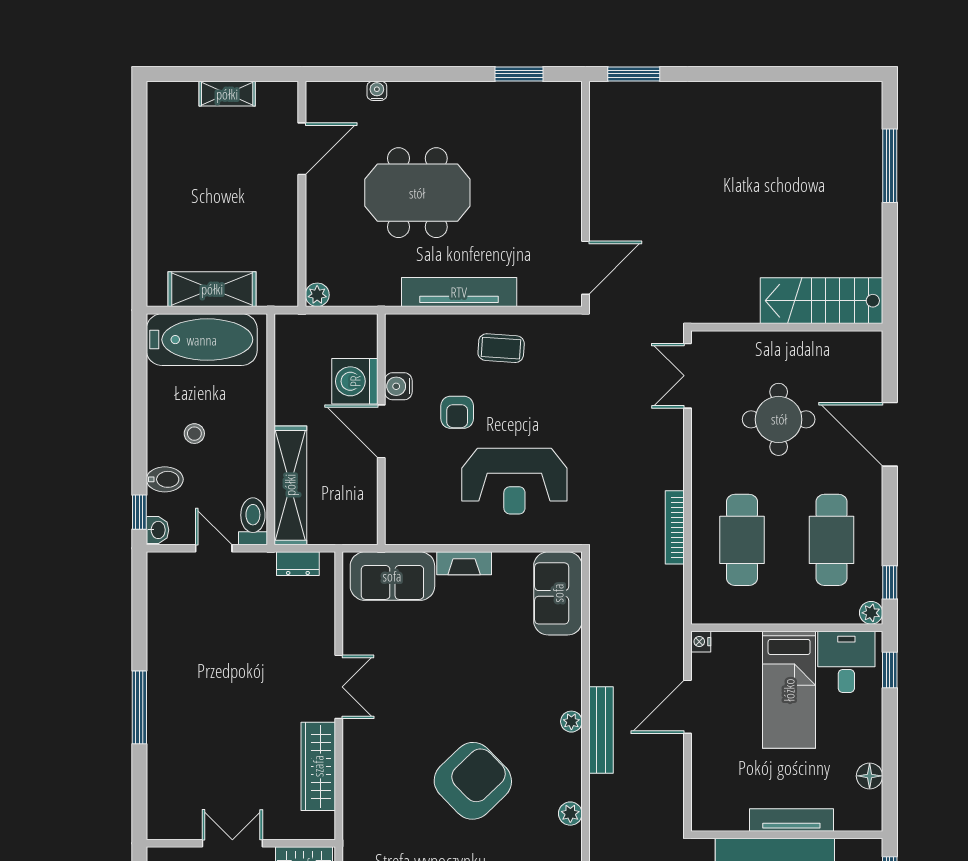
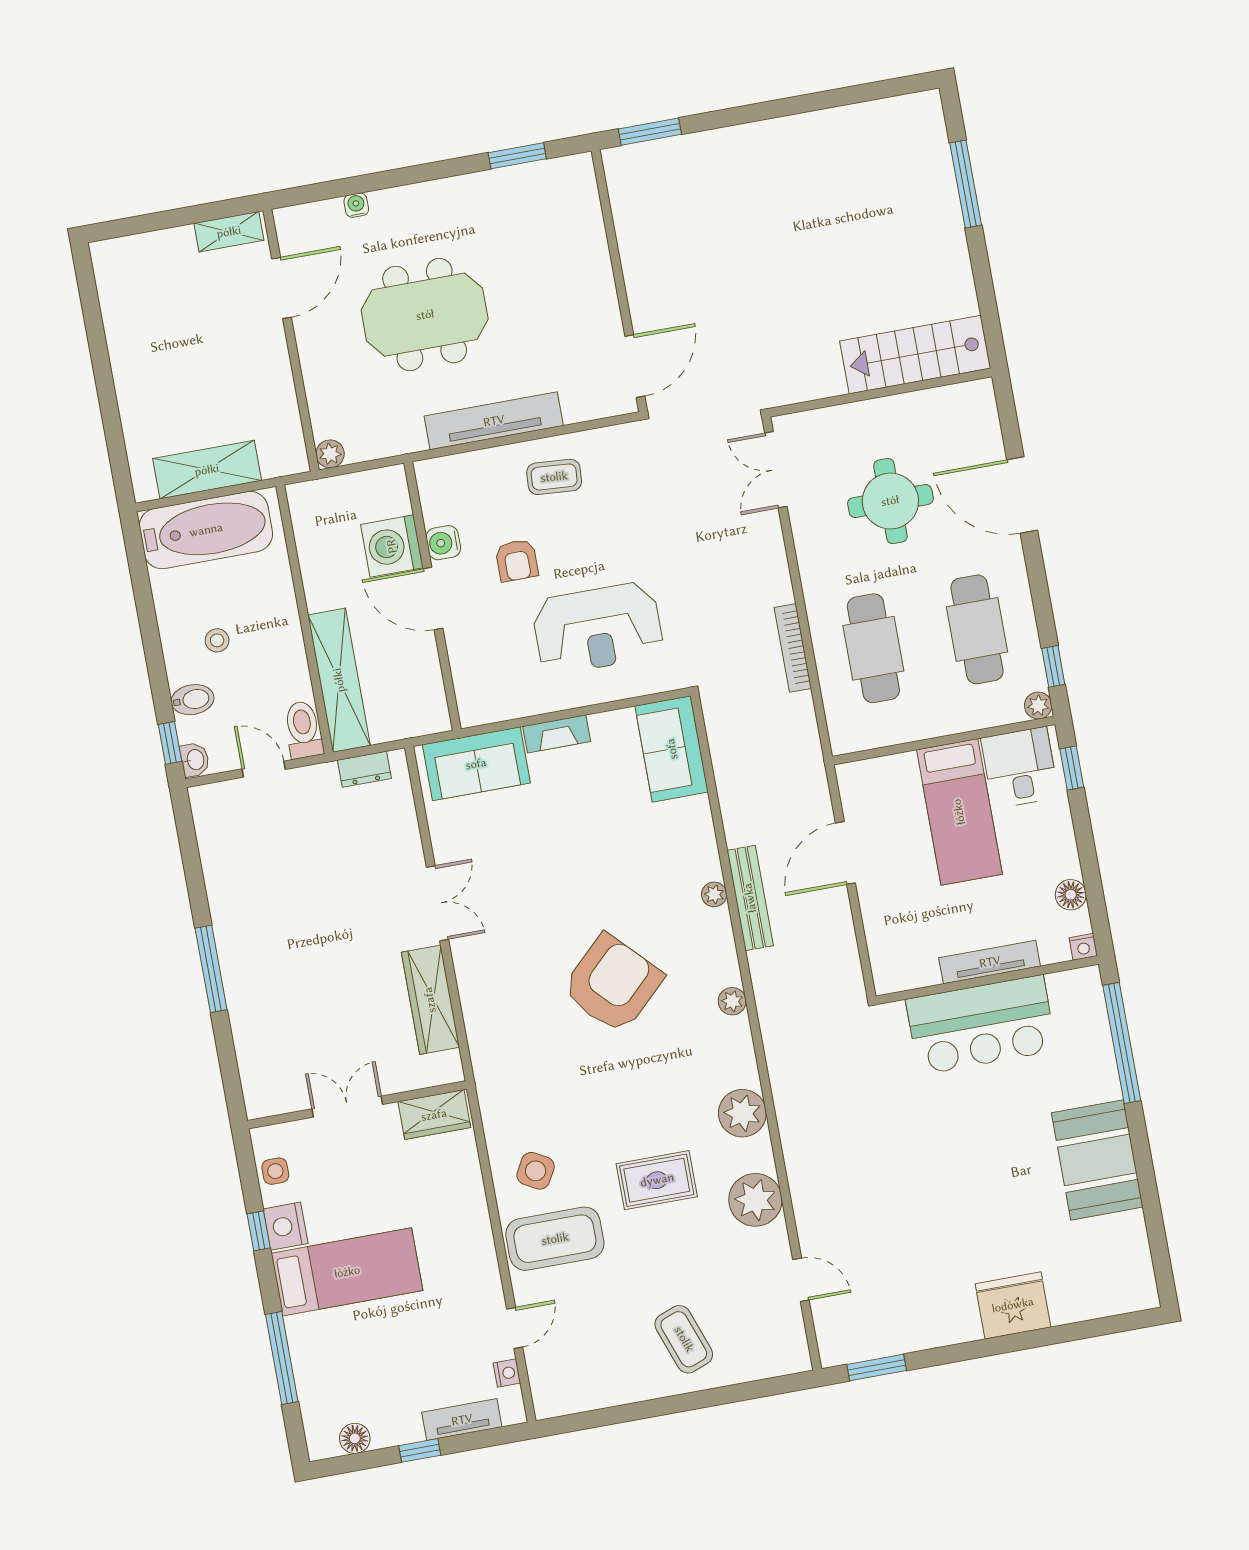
shelving: (227, 94) -> (229, 232), moved
nightstand: (701, 642) -> (1083, 947), moved, turned -90

